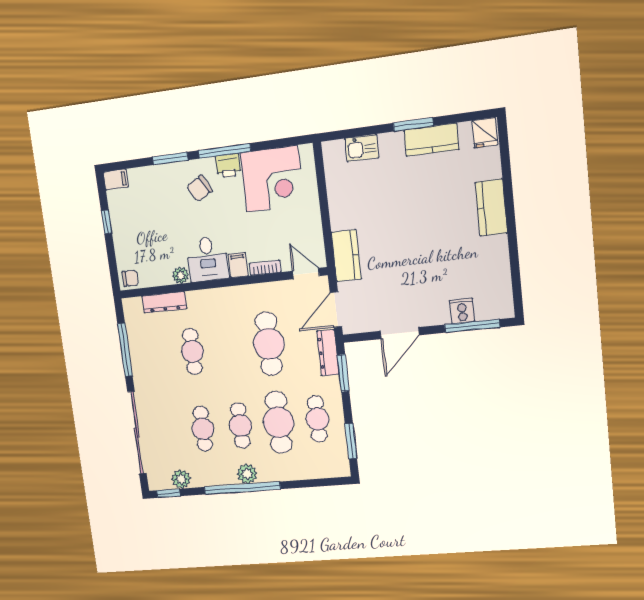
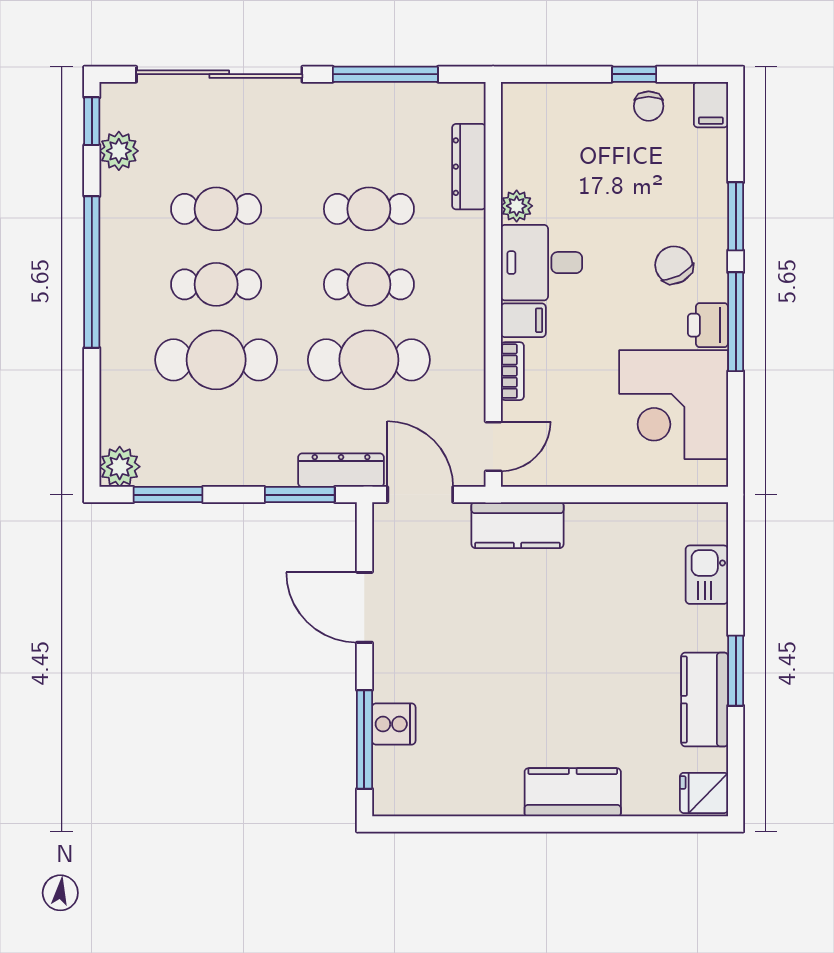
chair: (130, 278) -> (649, 106), moved
cafe table: (317, 419) -> (369, 284), moved
plant: (247, 474) -> (120, 467), moved

